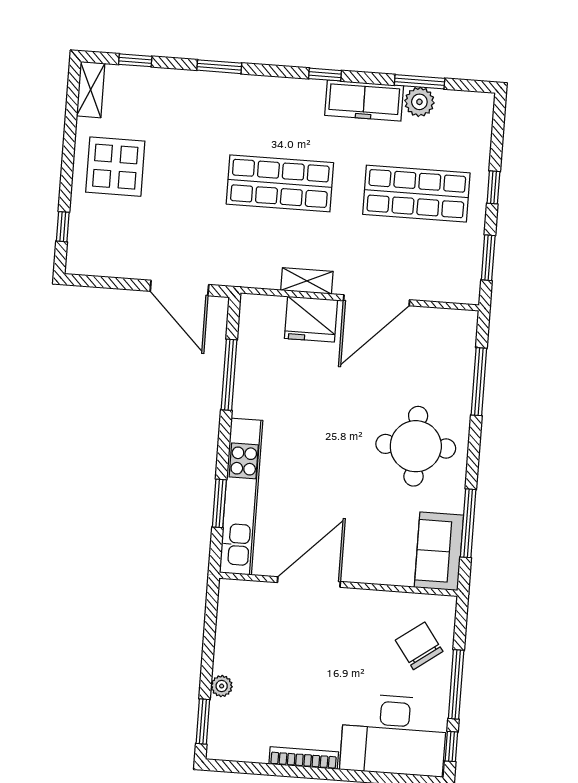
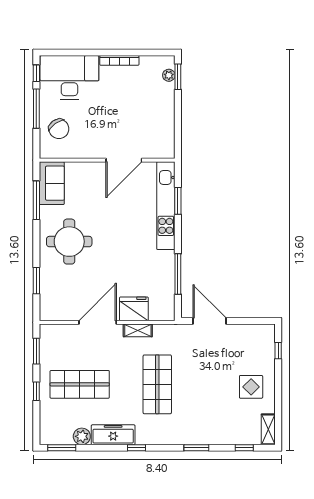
window: (420, 82) -> (62, 448), moved
display table: (115, 167) -> (251, 387), width x0.73, depth x0.73
shop shelf: (280, 183) -> (157, 384), turned 90
window: (479, 382) -> (36, 281), width x0.69
plant: (222, 686) -> (169, 75), moved

